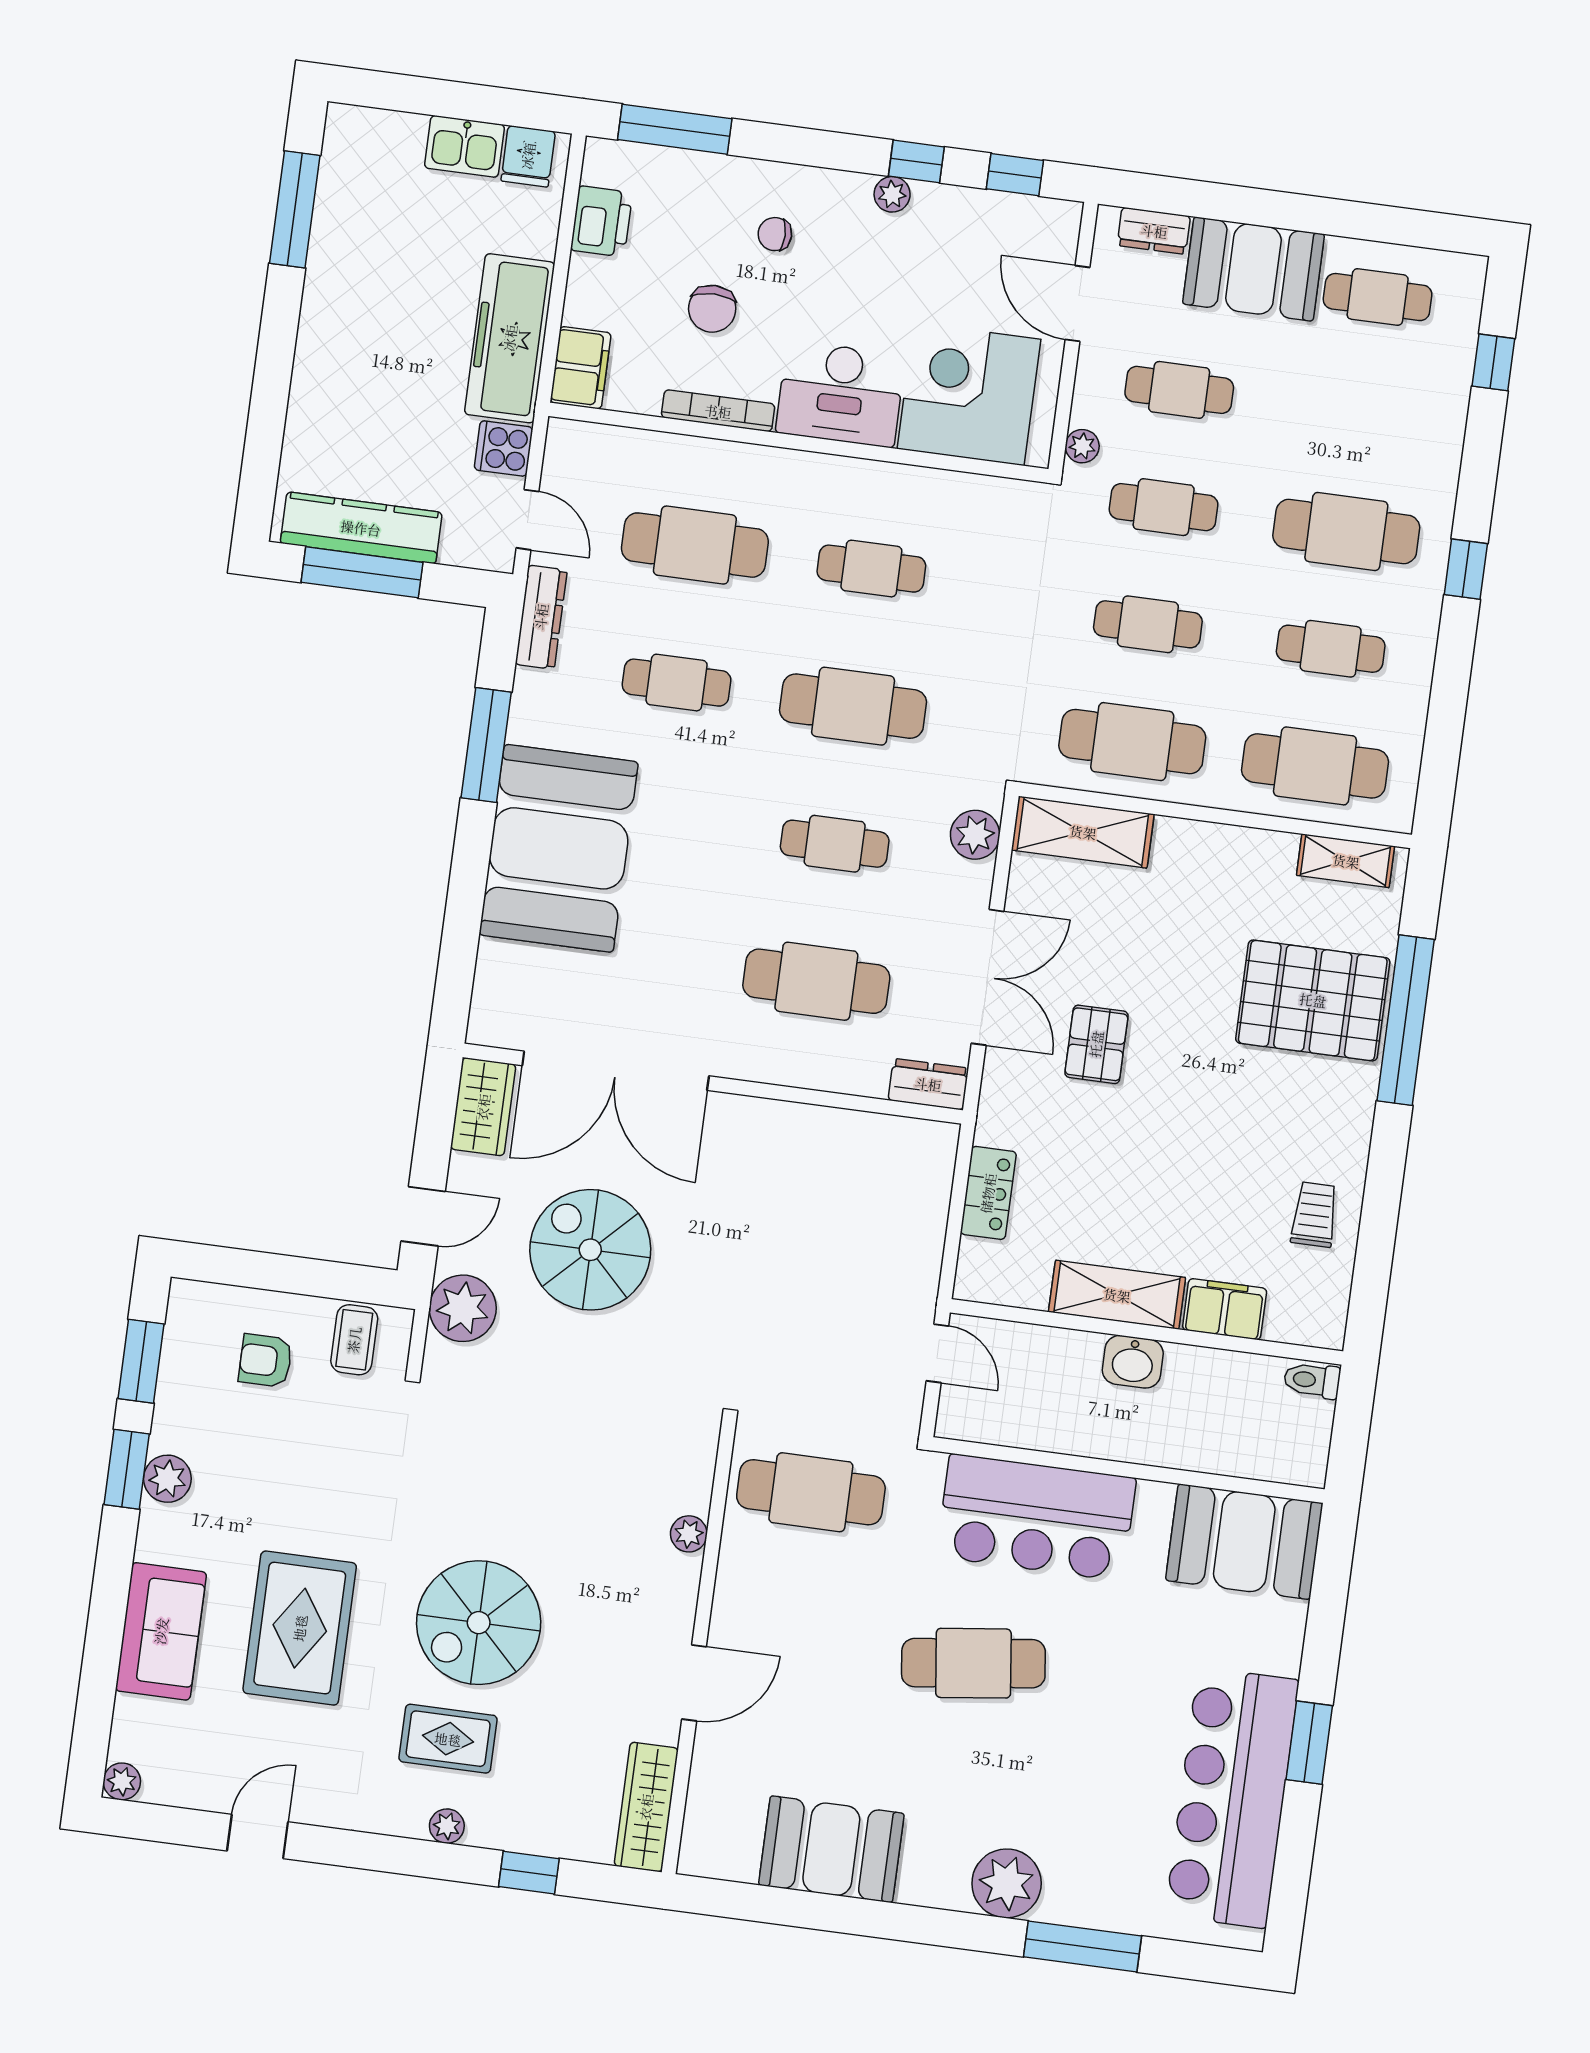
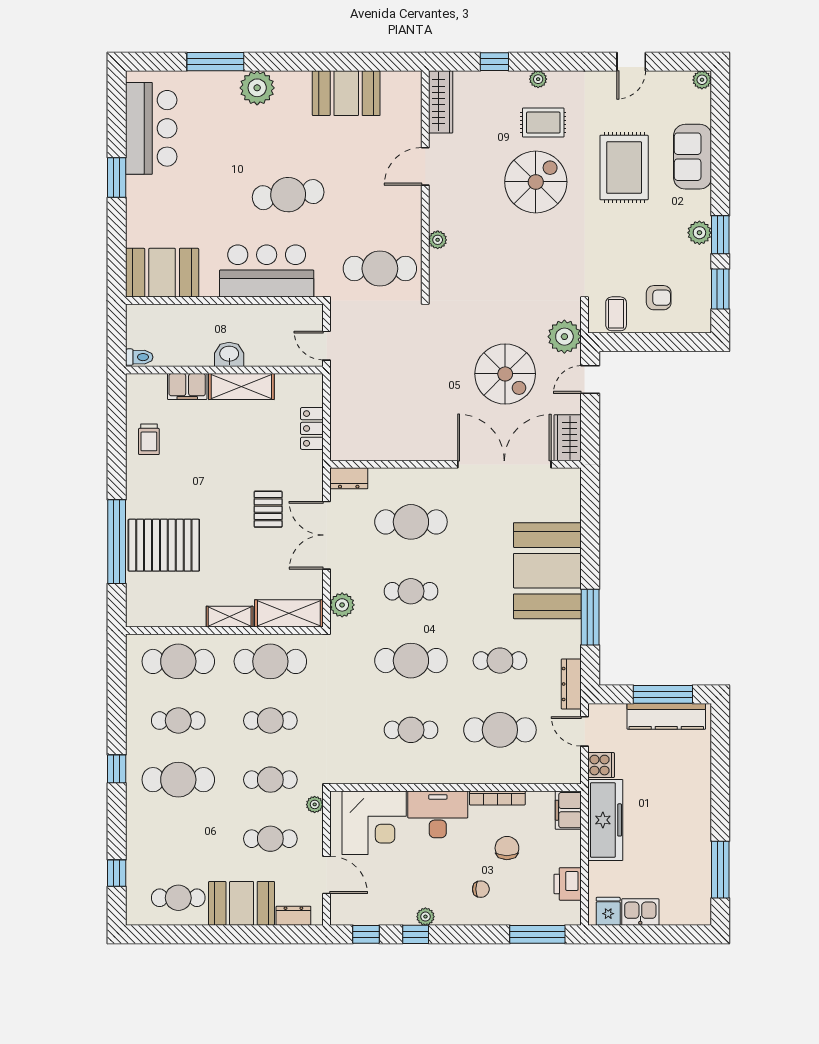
shelving: (1346, 861) -> (230, 617), moved
bar counter: (1232, 1798) -> (151, 128), width x0.73

